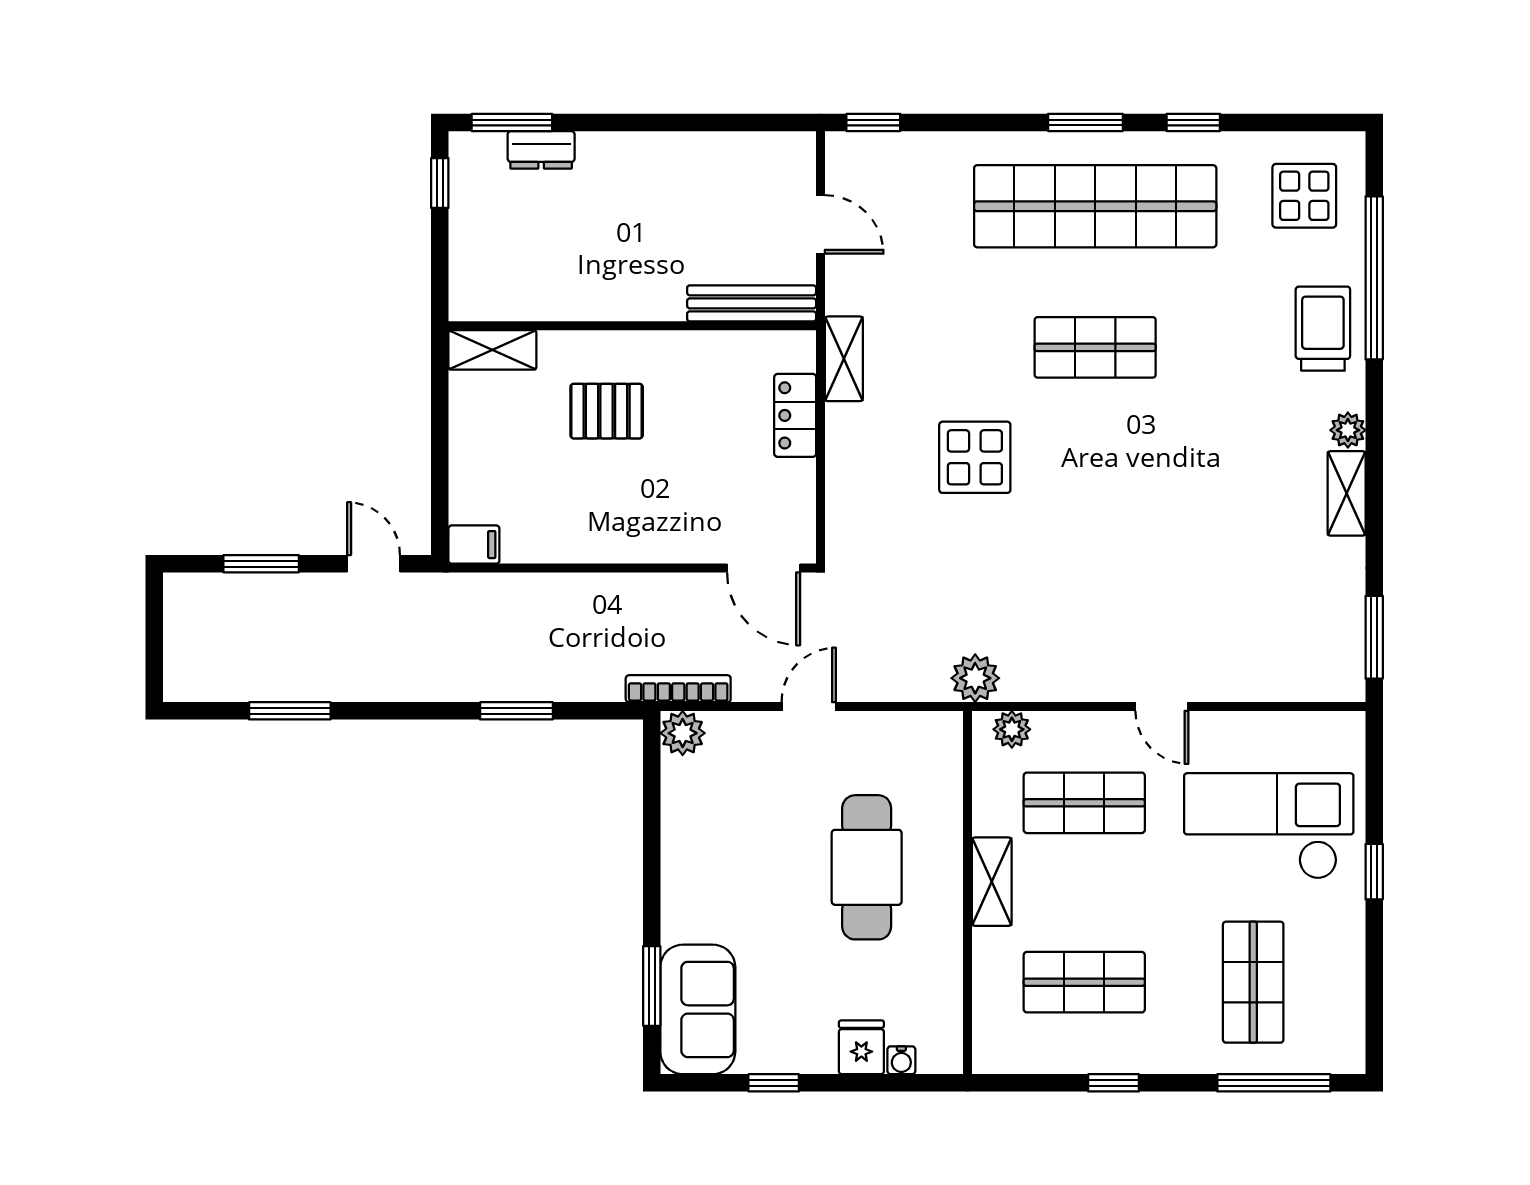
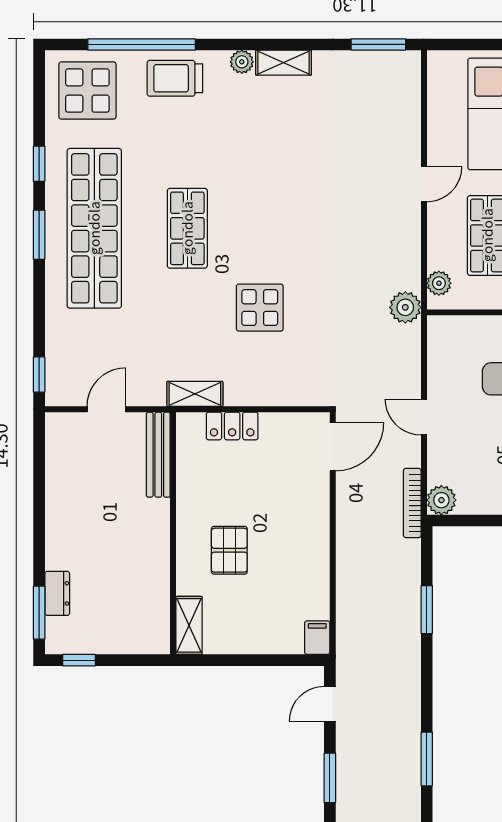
display table: (1304, 196) -> (87, 91), width x1.36, depth x1.36

